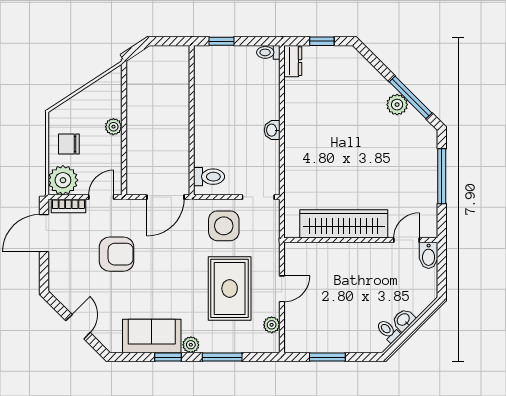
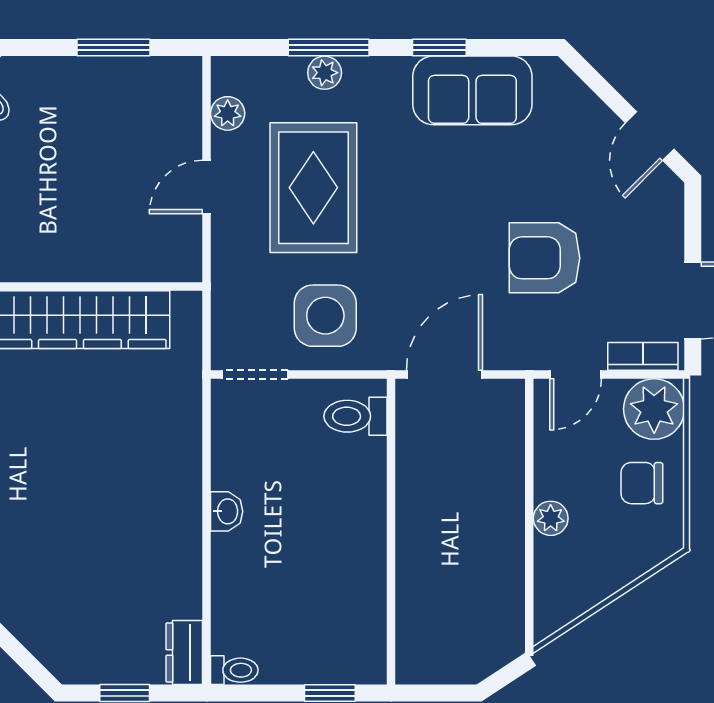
chair: (69, 144) -> (642, 483), turned 180
door: (78, 327) -> (650, 136), moved
plant: (191, 345) -> (325, 73), moved

